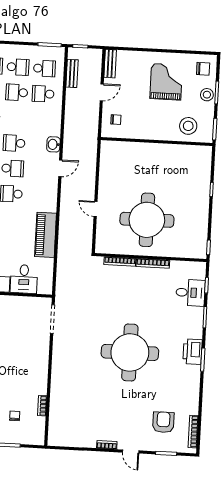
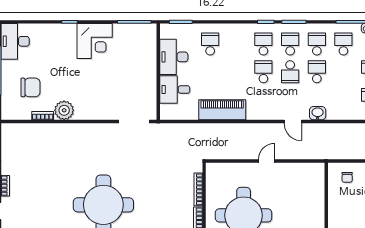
door: (96, 209) -> (267, 161), moved
plant: (38, 385) -> (64, 110), added
chair: (15, 416) -> (30, 87), width x1.87, depth x1.87

